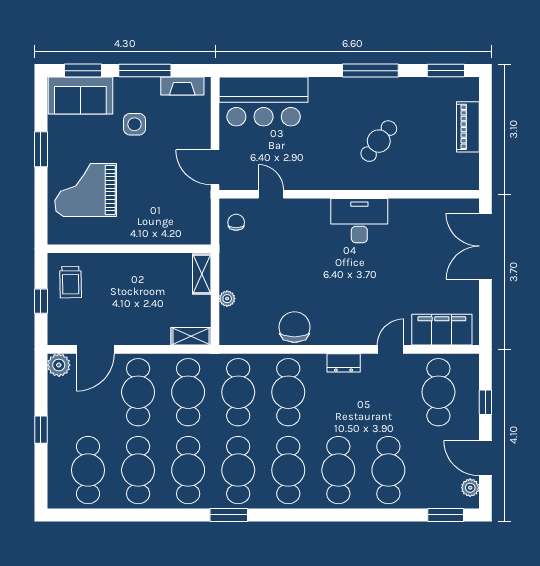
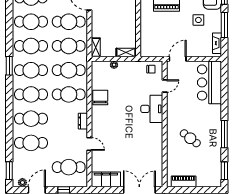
piano: (468, 127) -> (184, 181), moved
desk: (359, 221) -> (152, 109), moved
chair: (295, 327) -> (100, 97), turned -90
filing cabinet: (442, 330) -> (106, 179), moved, turned -90

